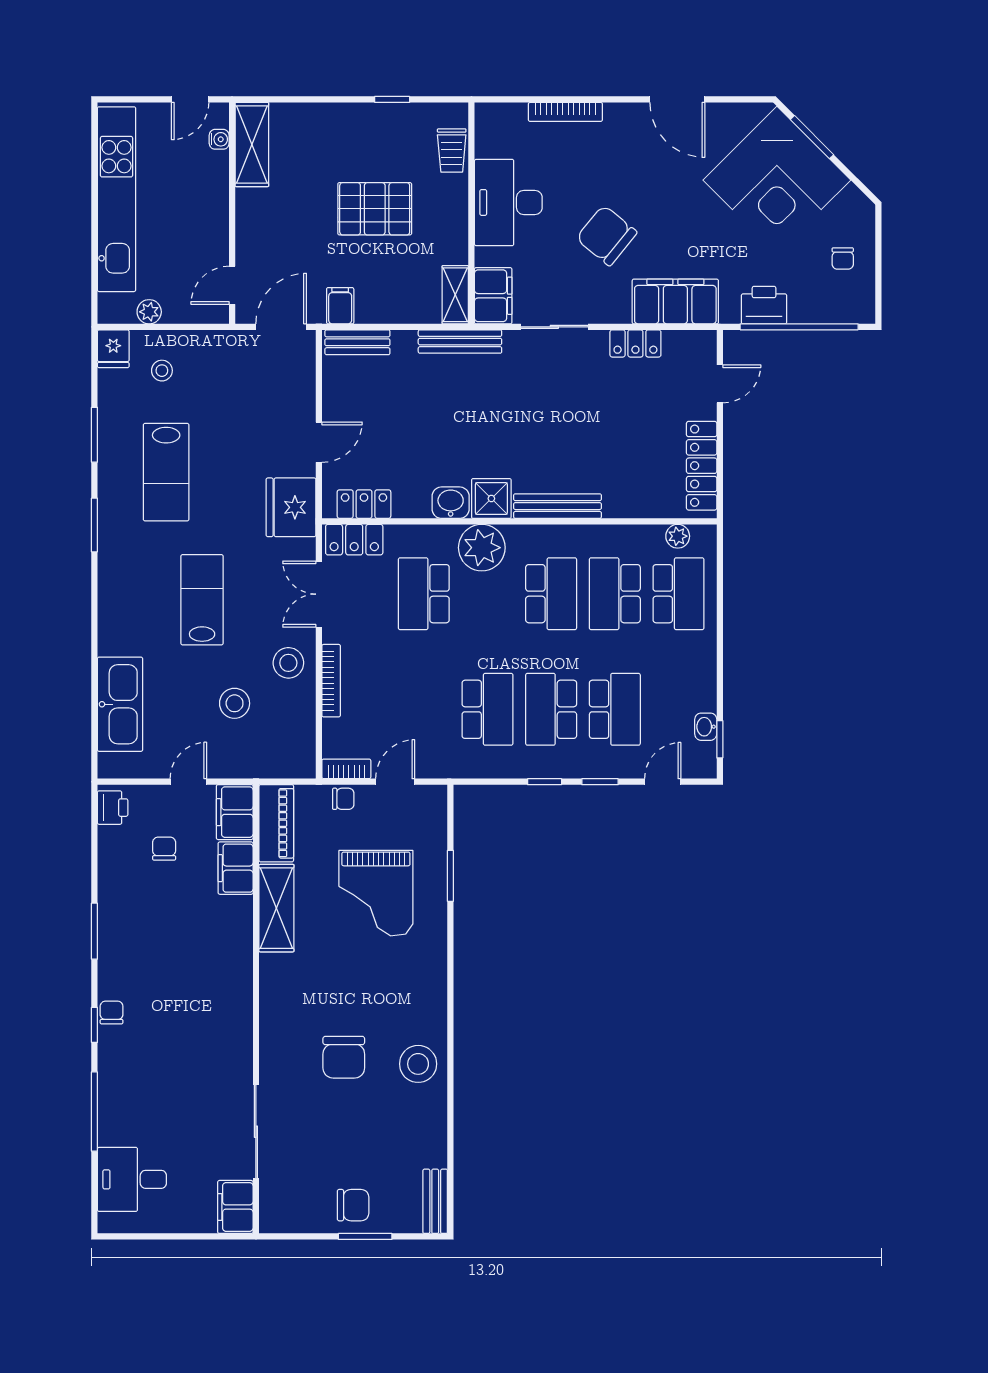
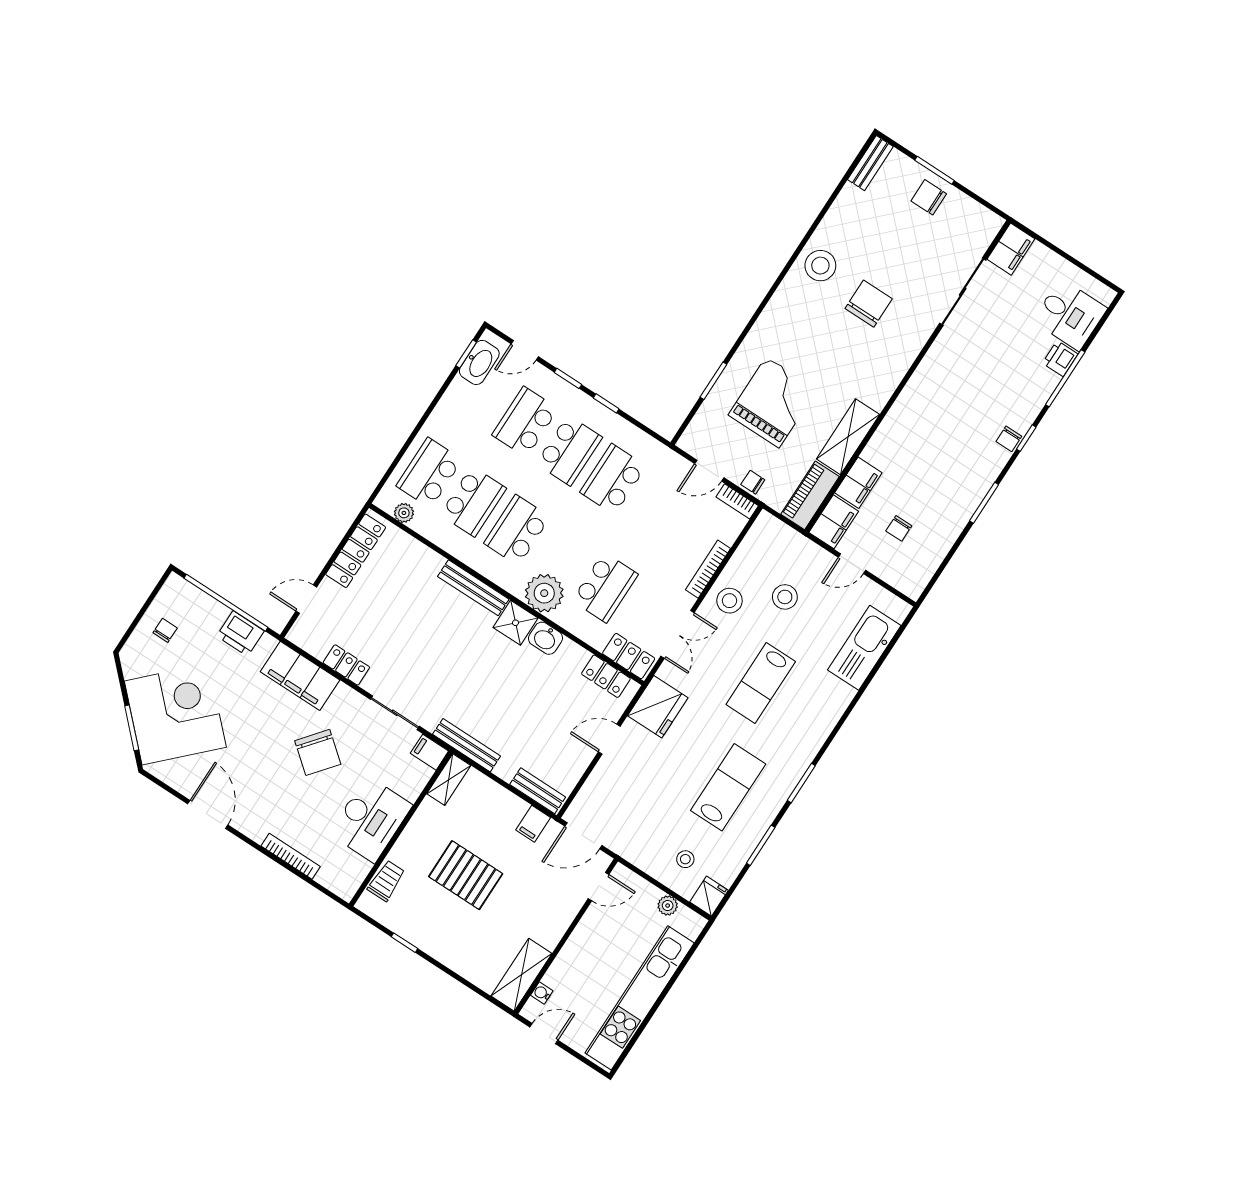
filing cabinet: (493, 296) -> (429, 752), width x0.50
washbasin: (706, 727) -> (479, 362), width x1.91, depth x1.45
printer: (113, 808) -> (1060, 359), moved

